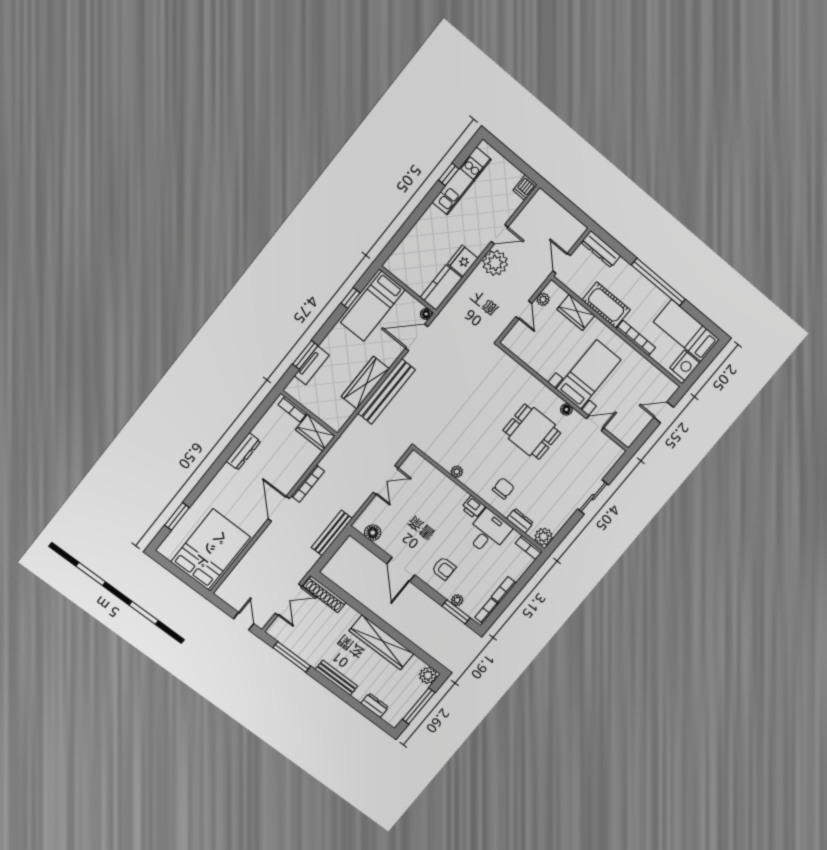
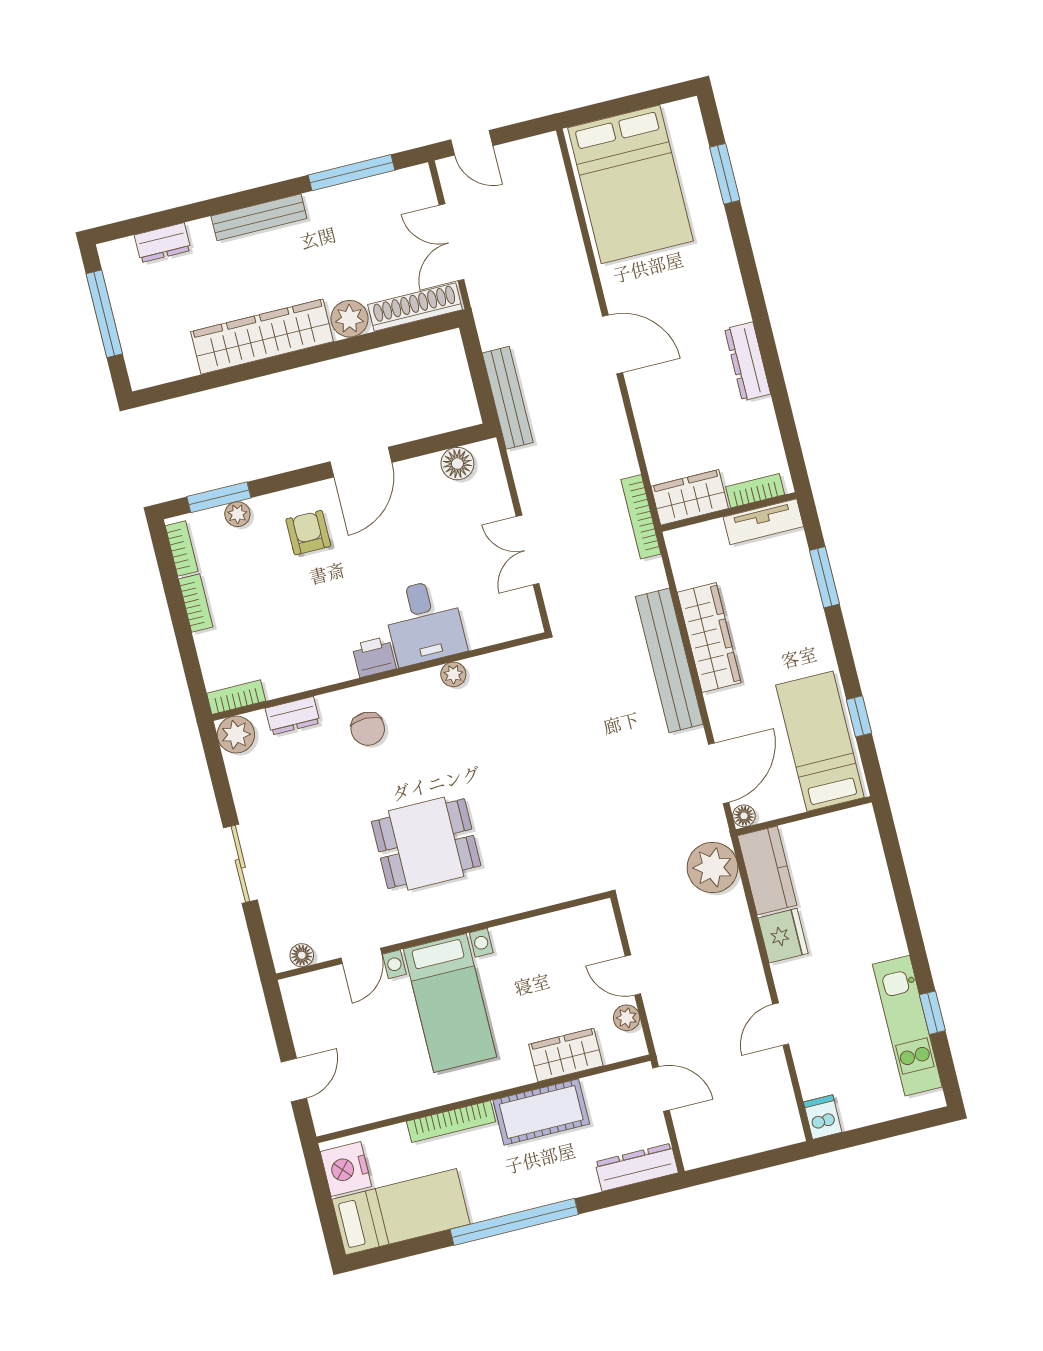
plant: (495, 263) -> (713, 868), moved
tv unit: (312, 365) -> (763, 522), moved, turned -90
floor lamp: (566, 409) -> (302, 955), moved
bookcase: (308, 484) -> (641, 517), moved
desk: (488, 532) -> (424, 622), moved
armchair: (444, 568) -> (308, 533), turned 90
door: (401, 569) -> (361, 462), swing flipped
plant: (428, 675) -> (350, 319), moved

